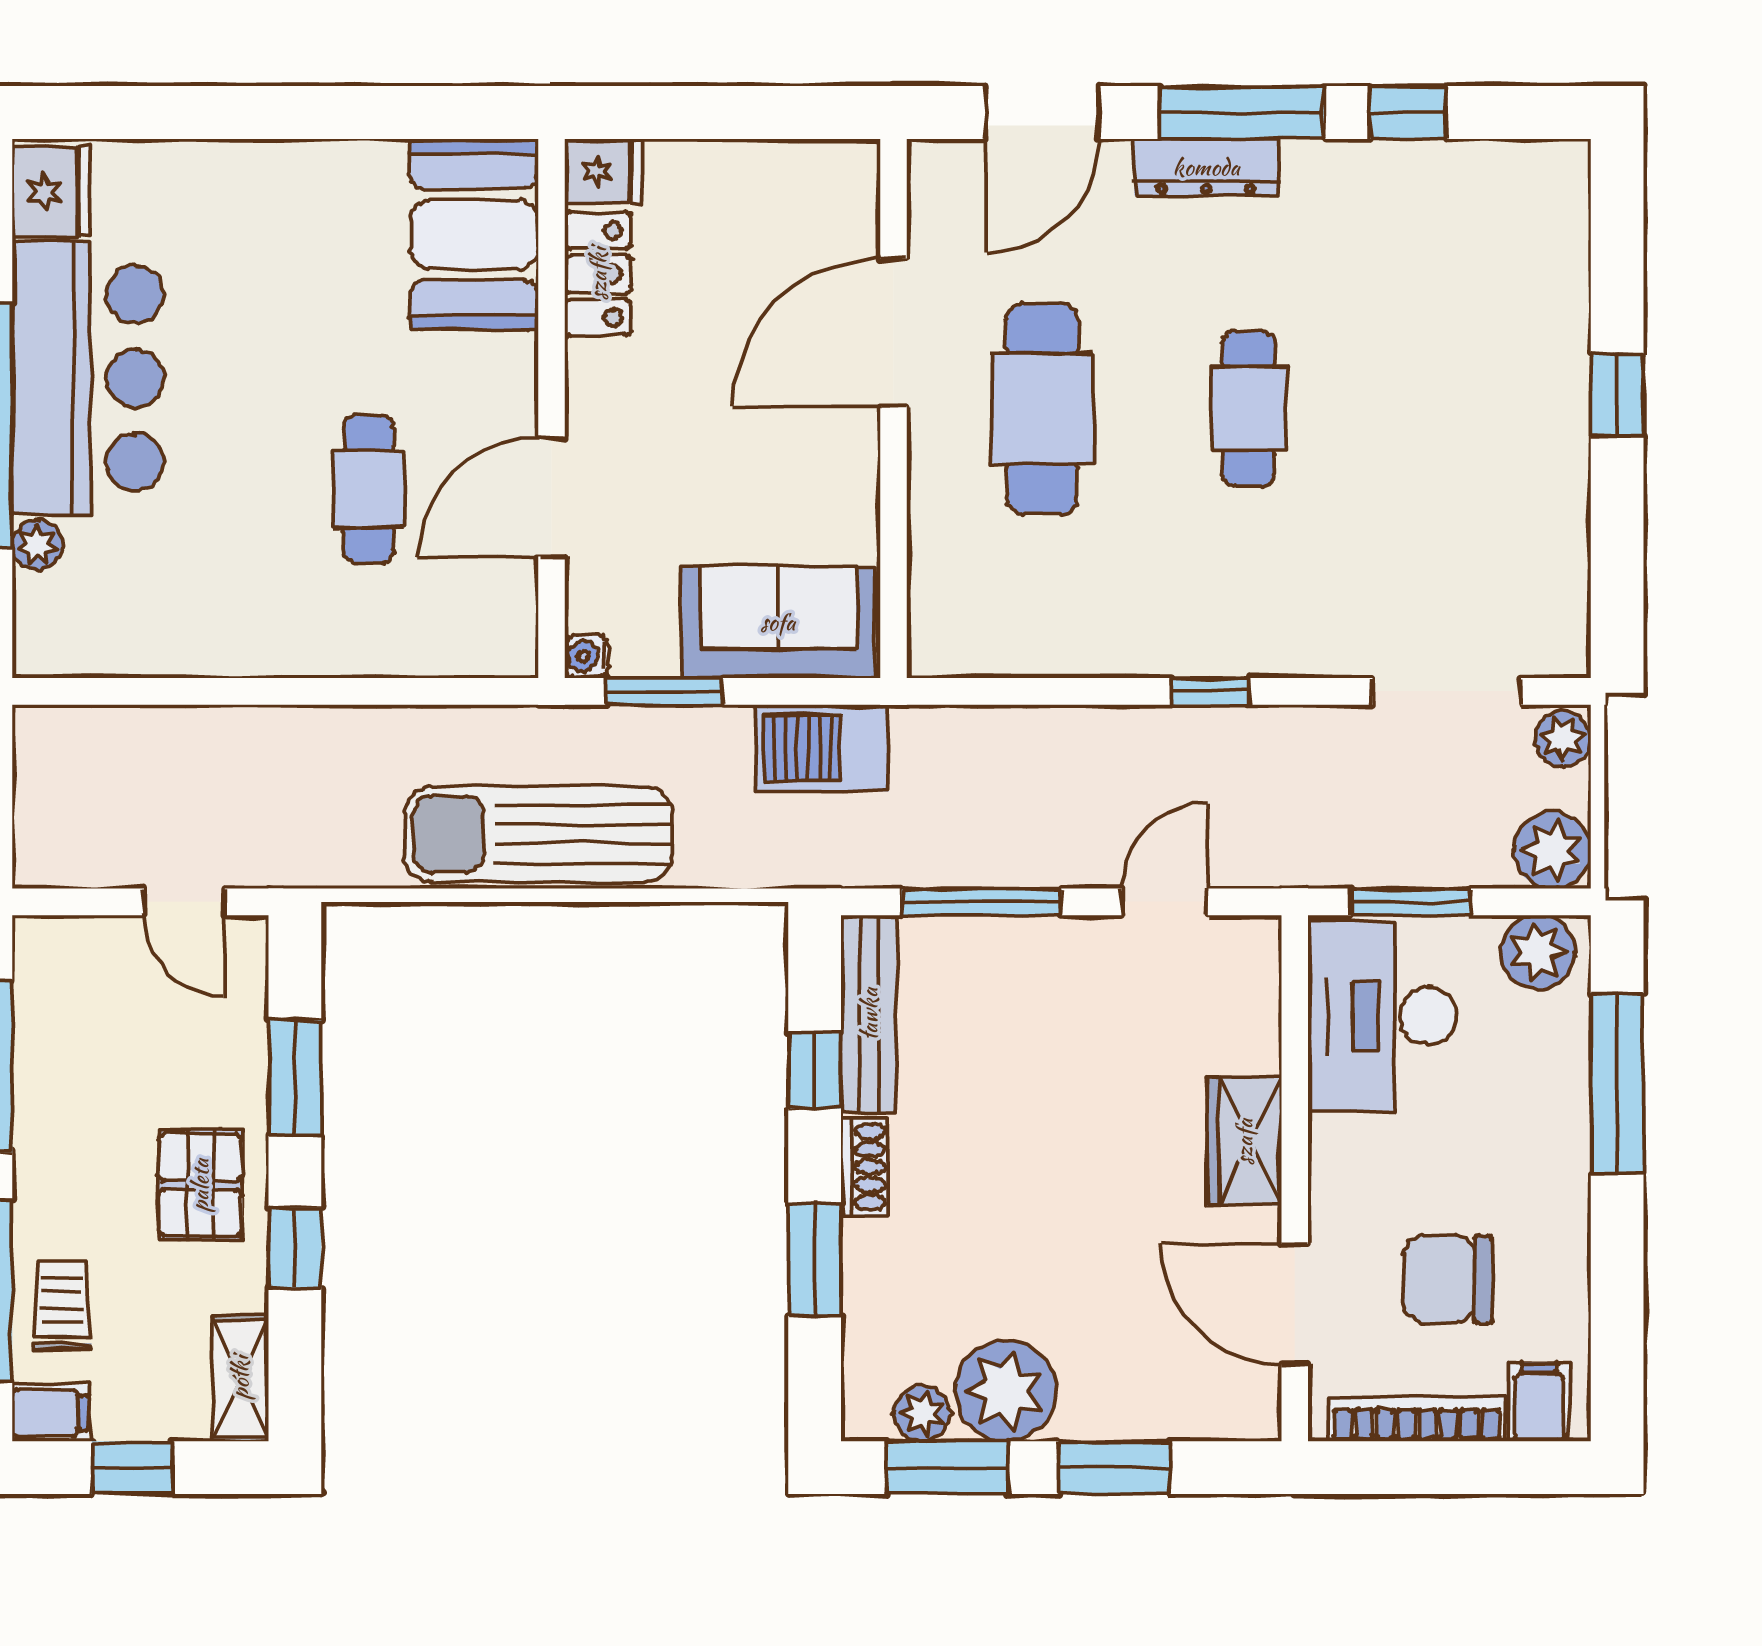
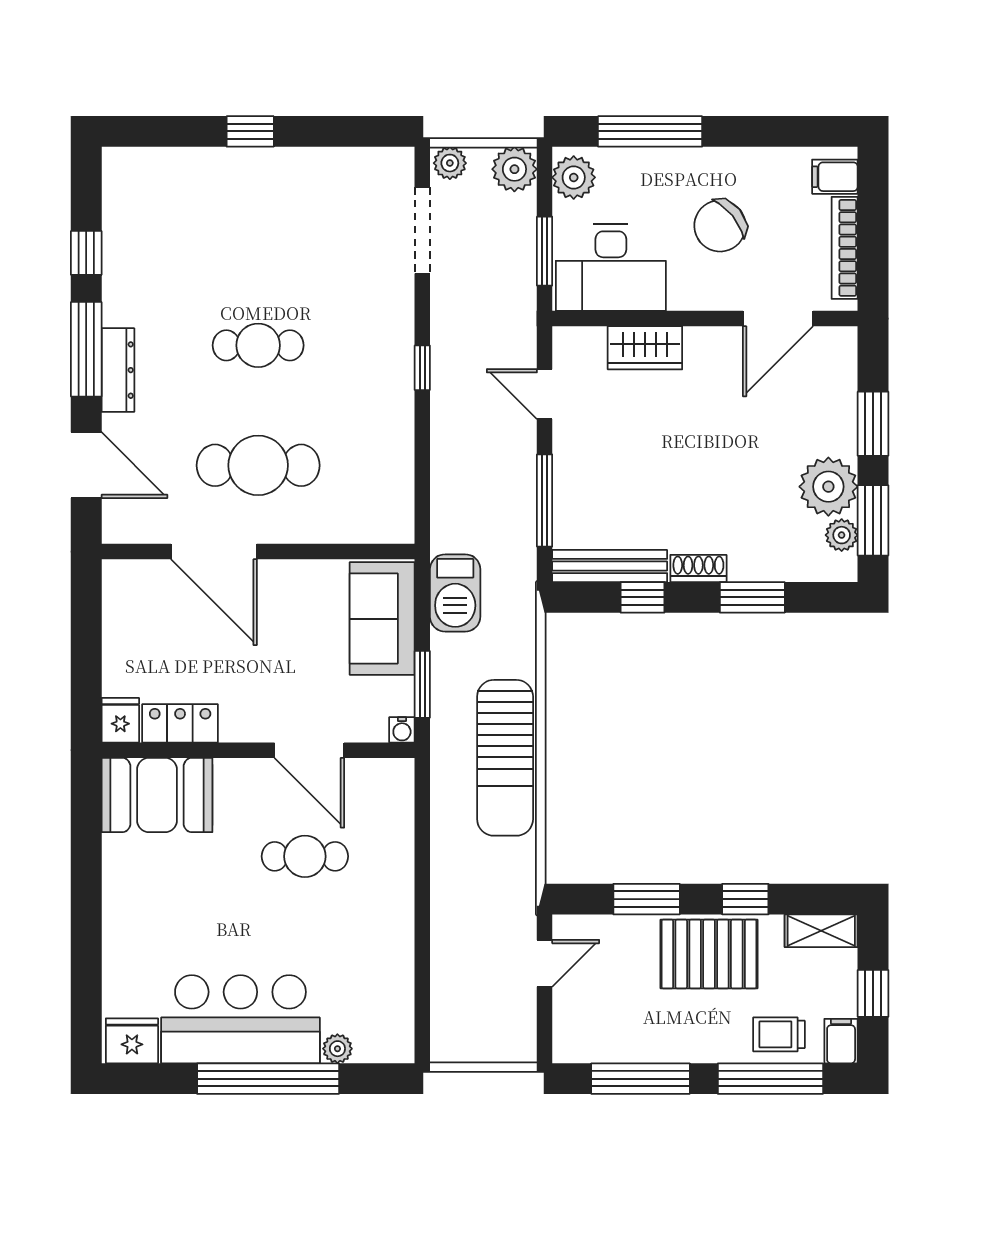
wardrobe: (1244, 1142) -> (645, 348), moved
pallet: (200, 1185) -> (709, 954), width x1.50, depth x1.42
chair: (1447, 1279) -> (720, 226), moved, turned 51

